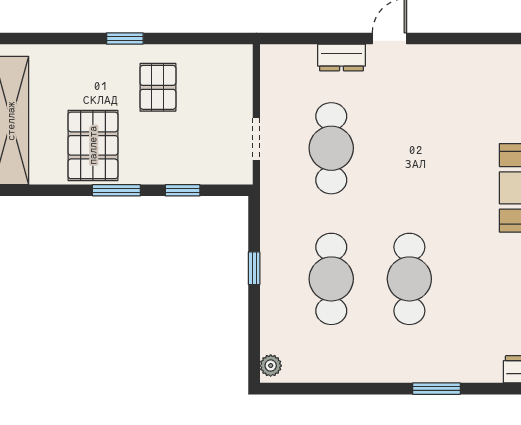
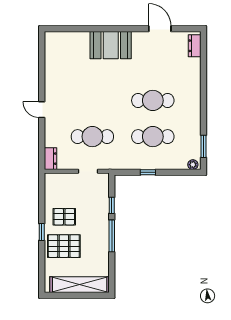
dresser: (341, 58) -> (50, 159), moved
pallet: (93, 145) -> (64, 246), moved
window: (116, 190) -> (112, 236), width x1.44
window: (436, 389) -> (204, 146), moved

